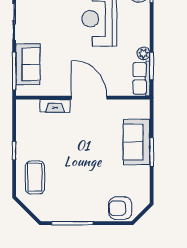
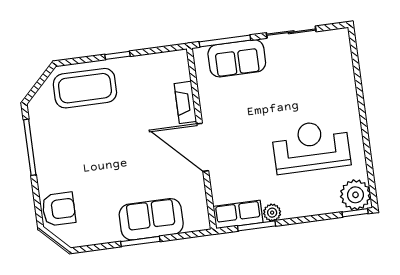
door: (89, 98) -> (203, 147), swing flipped
coffee table: (35, 177) -> (85, 88), width x1.36, depth x1.32
armchair: (120, 208) -> (59, 209), turned 90

